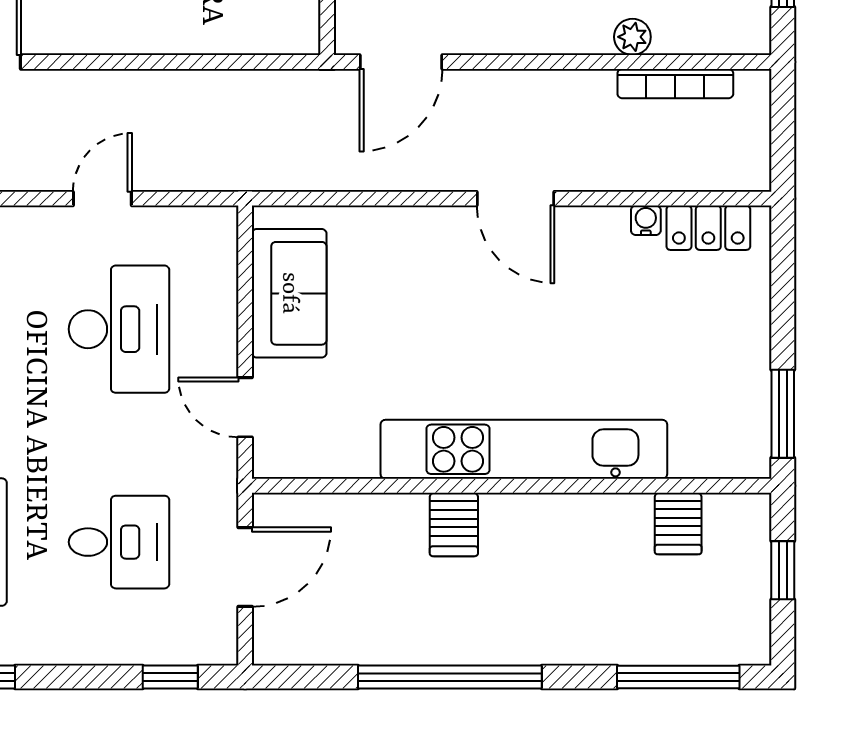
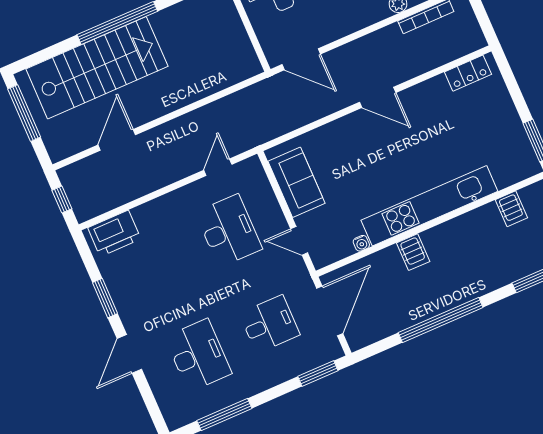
door: (401, 62) -> (301, 59), hinge flipped
door: (102, 199) -> (218, 167), moved
water cooler: (646, 220) -> (361, 243), moved, turned 180
door: (245, 567) -> (330, 311), width x1.36
window: (170, 677) -> (318, 374), width x1.50

